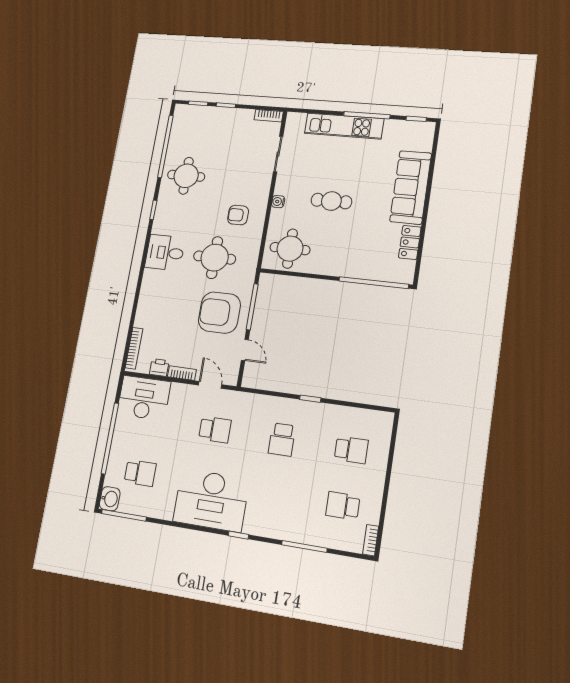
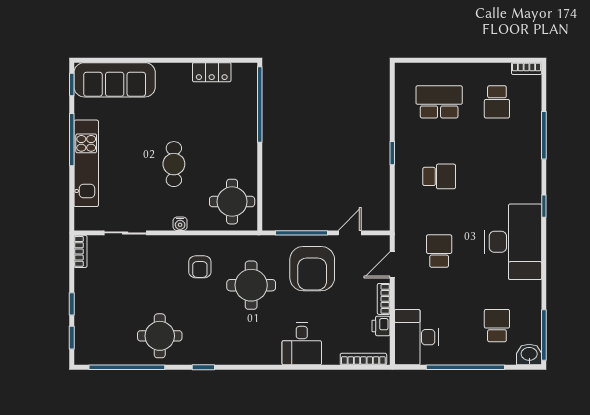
sofa: (411, 187) -> (115, 80), moved
desk: (165, 253) -> (302, 344), moved
school desk: (351, 450) -> (439, 102), width x1.85

